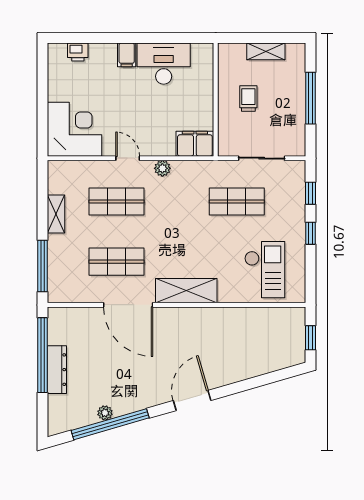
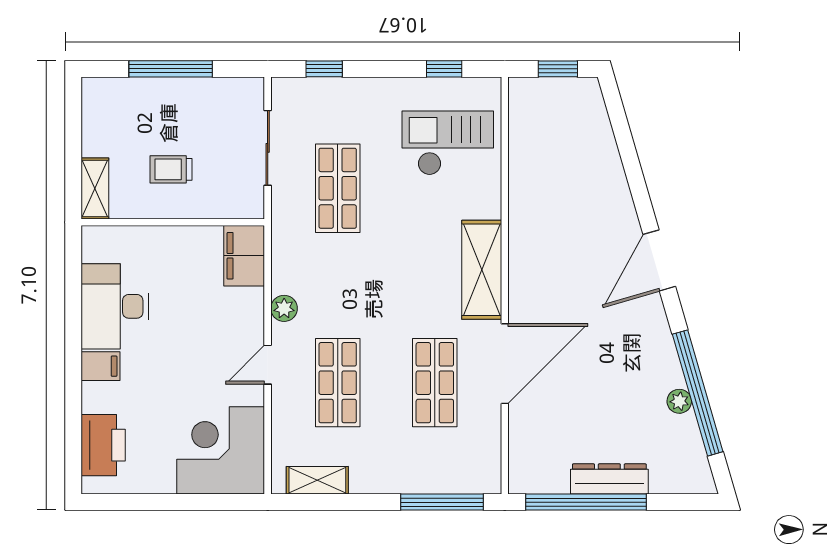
shelving: (266, 51) -> (95, 188), moved
printer: (78, 52) -> (103, 445), width x1.87, depth x1.48
shelving: (56, 214) -> (317, 480), moved
window: (311, 233) -> (444, 69), moved
door: (192, 400) -> (659, 260), hinge flipped

